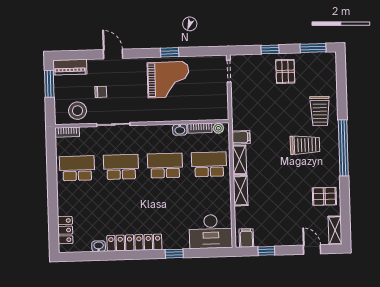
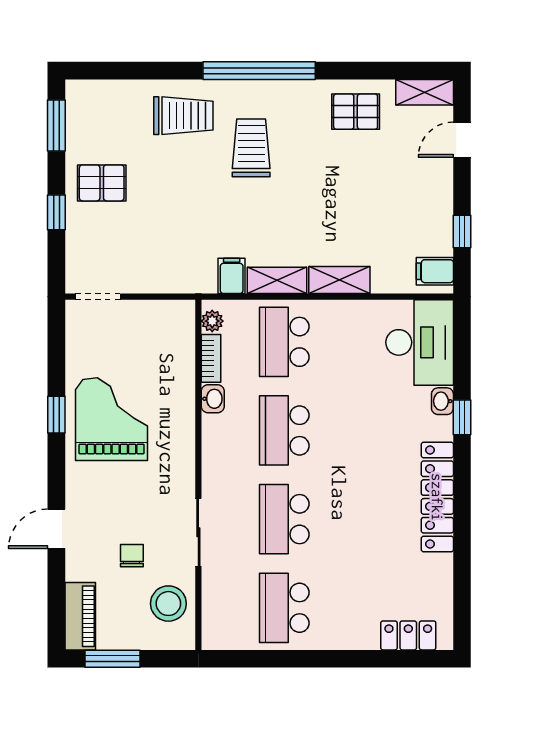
bookcase: (67, 132) -> (211, 625), removed
pallet: (324, 196) -> (356, 112), turned 90
washbasin: (99, 246) -> (442, 401), moved

